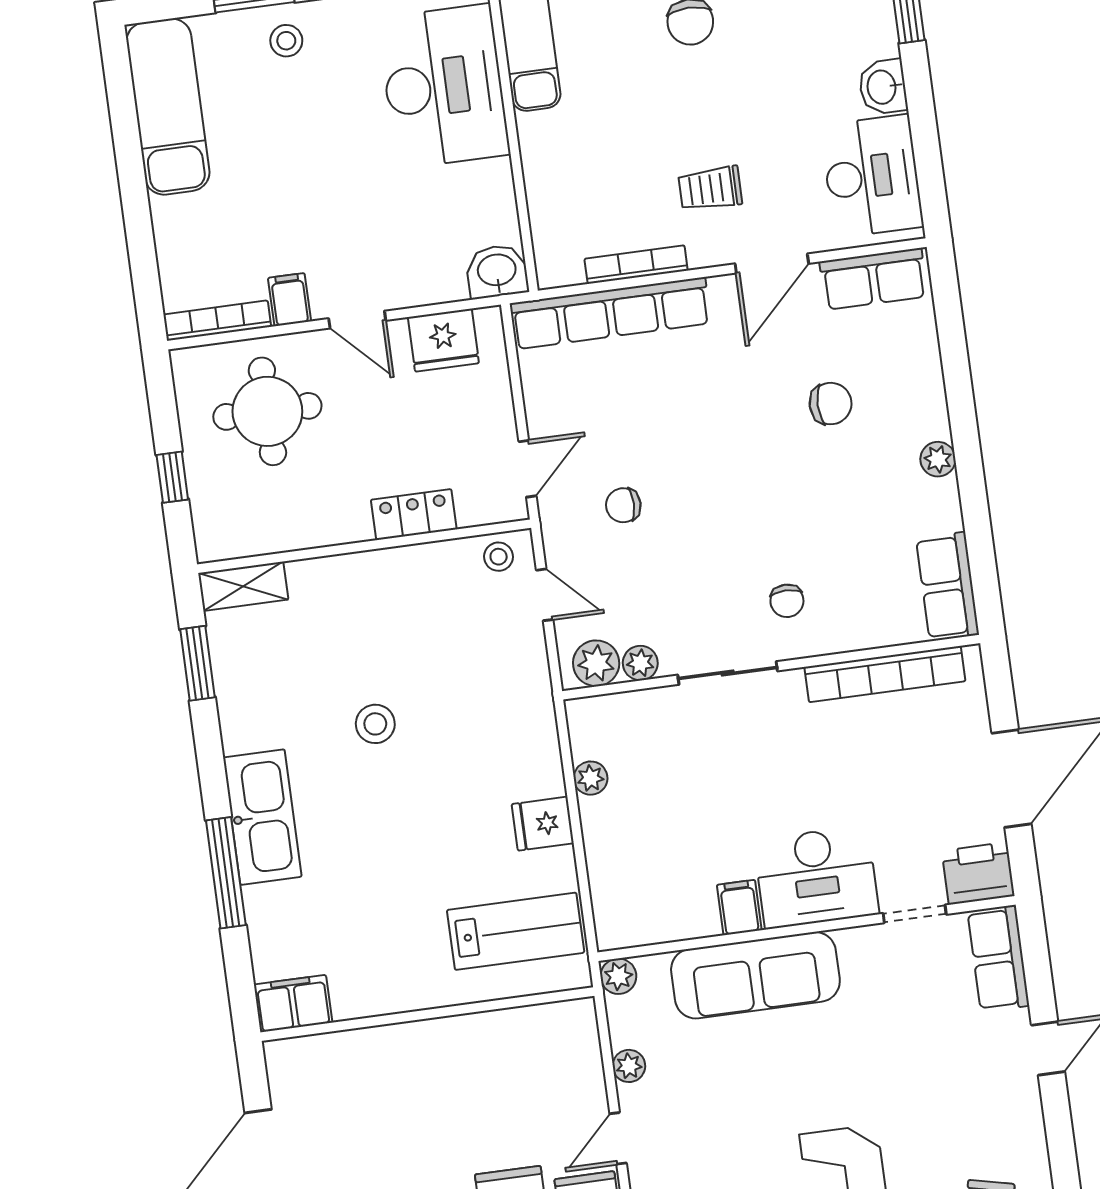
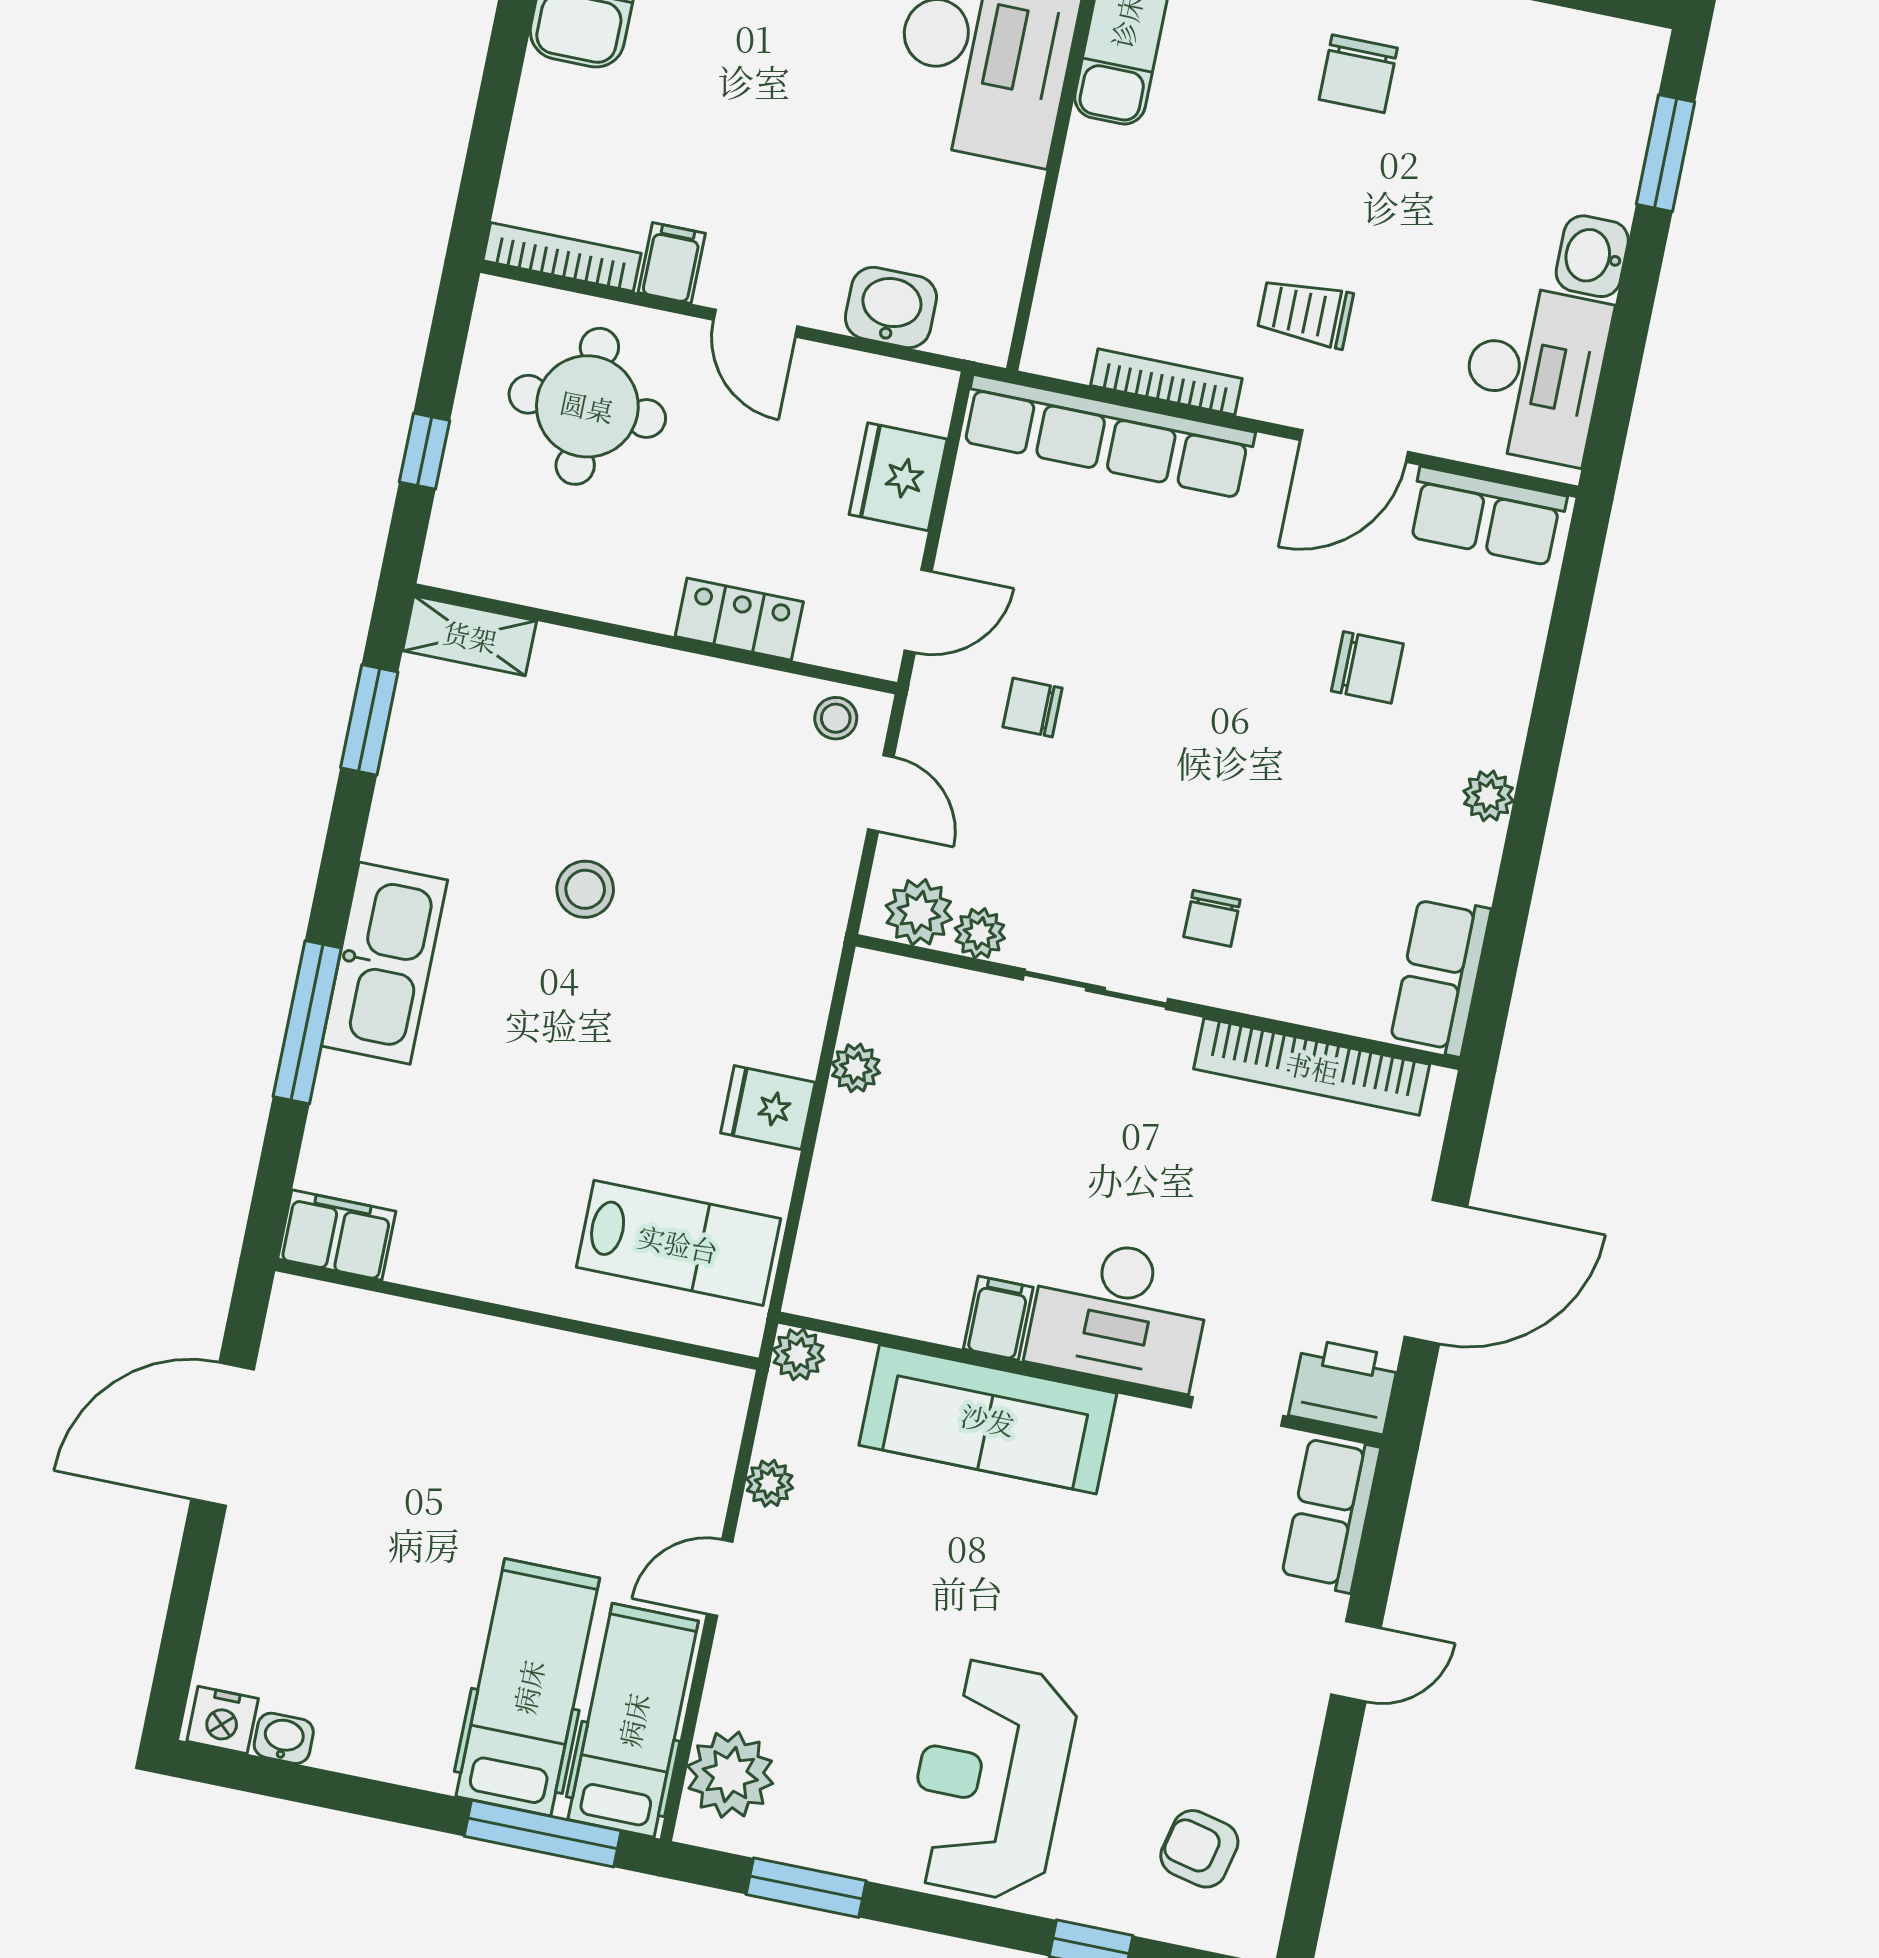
washbasin: (497, 271) -> (891, 308), moved
fridge: (443, 340) -> (898, 477), moved, turned 90

